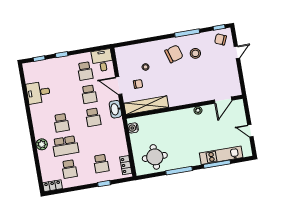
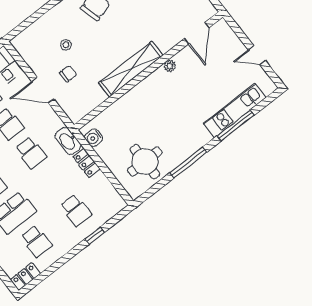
shelving: (146, 105) -> (131, 69), moved
washbasin: (115, 109) -> (68, 141), moved
locker: (126, 165) -> (87, 163), moved

